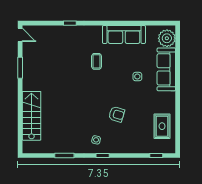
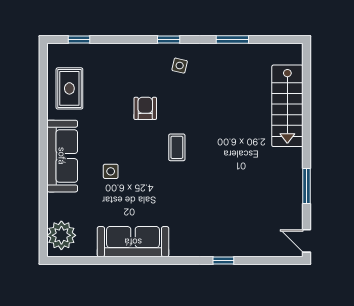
coffee table: (97, 61) -> (177, 147), moved
sofa: (166, 69) -> (62, 156), moved
armchair: (117, 114) -> (145, 108), turned 73

